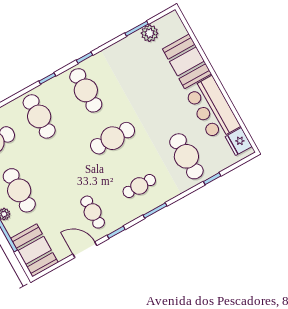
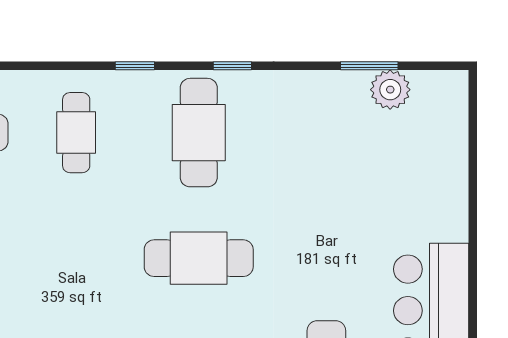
booth: (187, 61) -> (433, 188), removed
cafe table: (39, 116) -> (76, 133), width x0.73, depth x0.74

